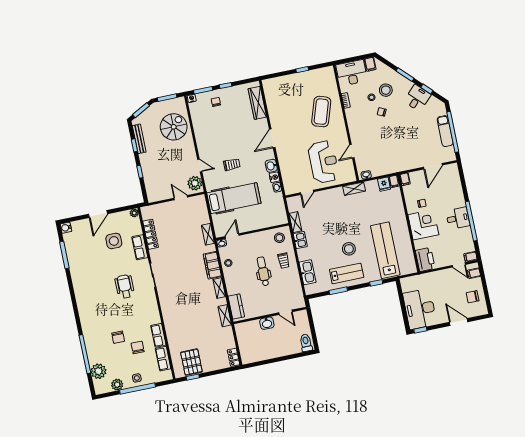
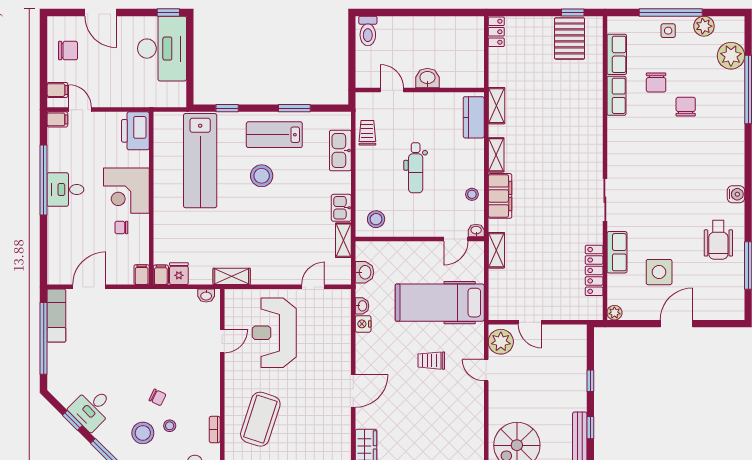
exam couch: (445, 131) -> (56, 316), moved
washbasin: (271, 166) -> (365, 272), moved
water cooler: (66, 228) -> (736, 194), moved
trolley: (284, 261) -> (367, 133), moved
wheelchair: (125, 286) -> (718, 240), moved

